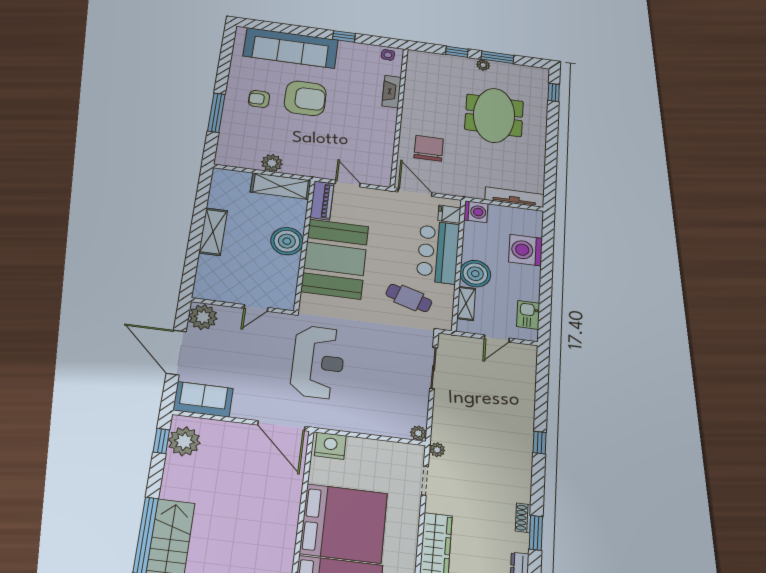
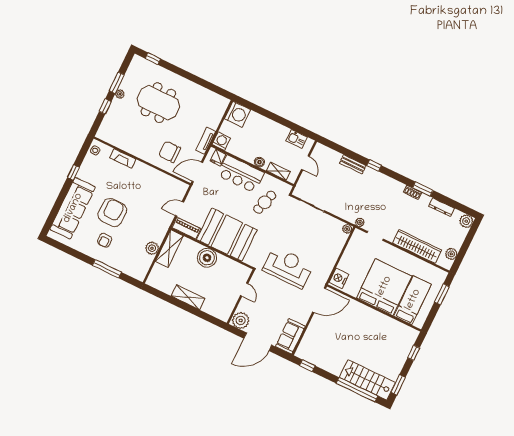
tv unit: (514, 197) -> (206, 141), moved, width x0.71
washing machine: (526, 250) -> (237, 114), moved, turned -90
boiler: (475, 274) -> (259, 162), width x0.54, depth x0.54
bench: (527, 410) -> (353, 164), added
plant: (184, 441) -> (311, 354), removed

